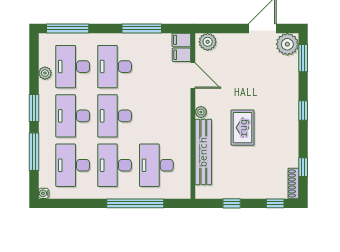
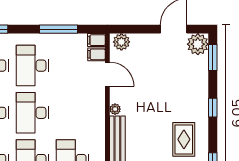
rug: (243, 128) -> (184, 139), moved

